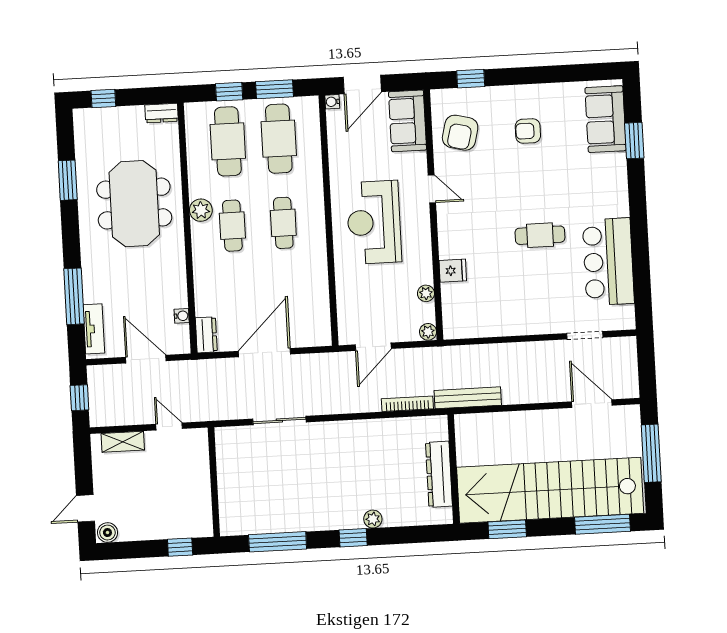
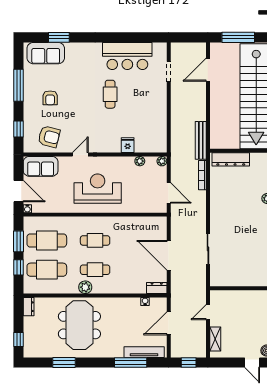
window: (547, 74) -> (18, 85), added
meeting table: (134, 204) -> (79, 325), turned 90
reception desk: (374, 222) -> (98, 189), turned 180
tv unit: (94, 329) -> (144, 352), width x1.41
dresser: (439, 474) -> (231, 159), moved

